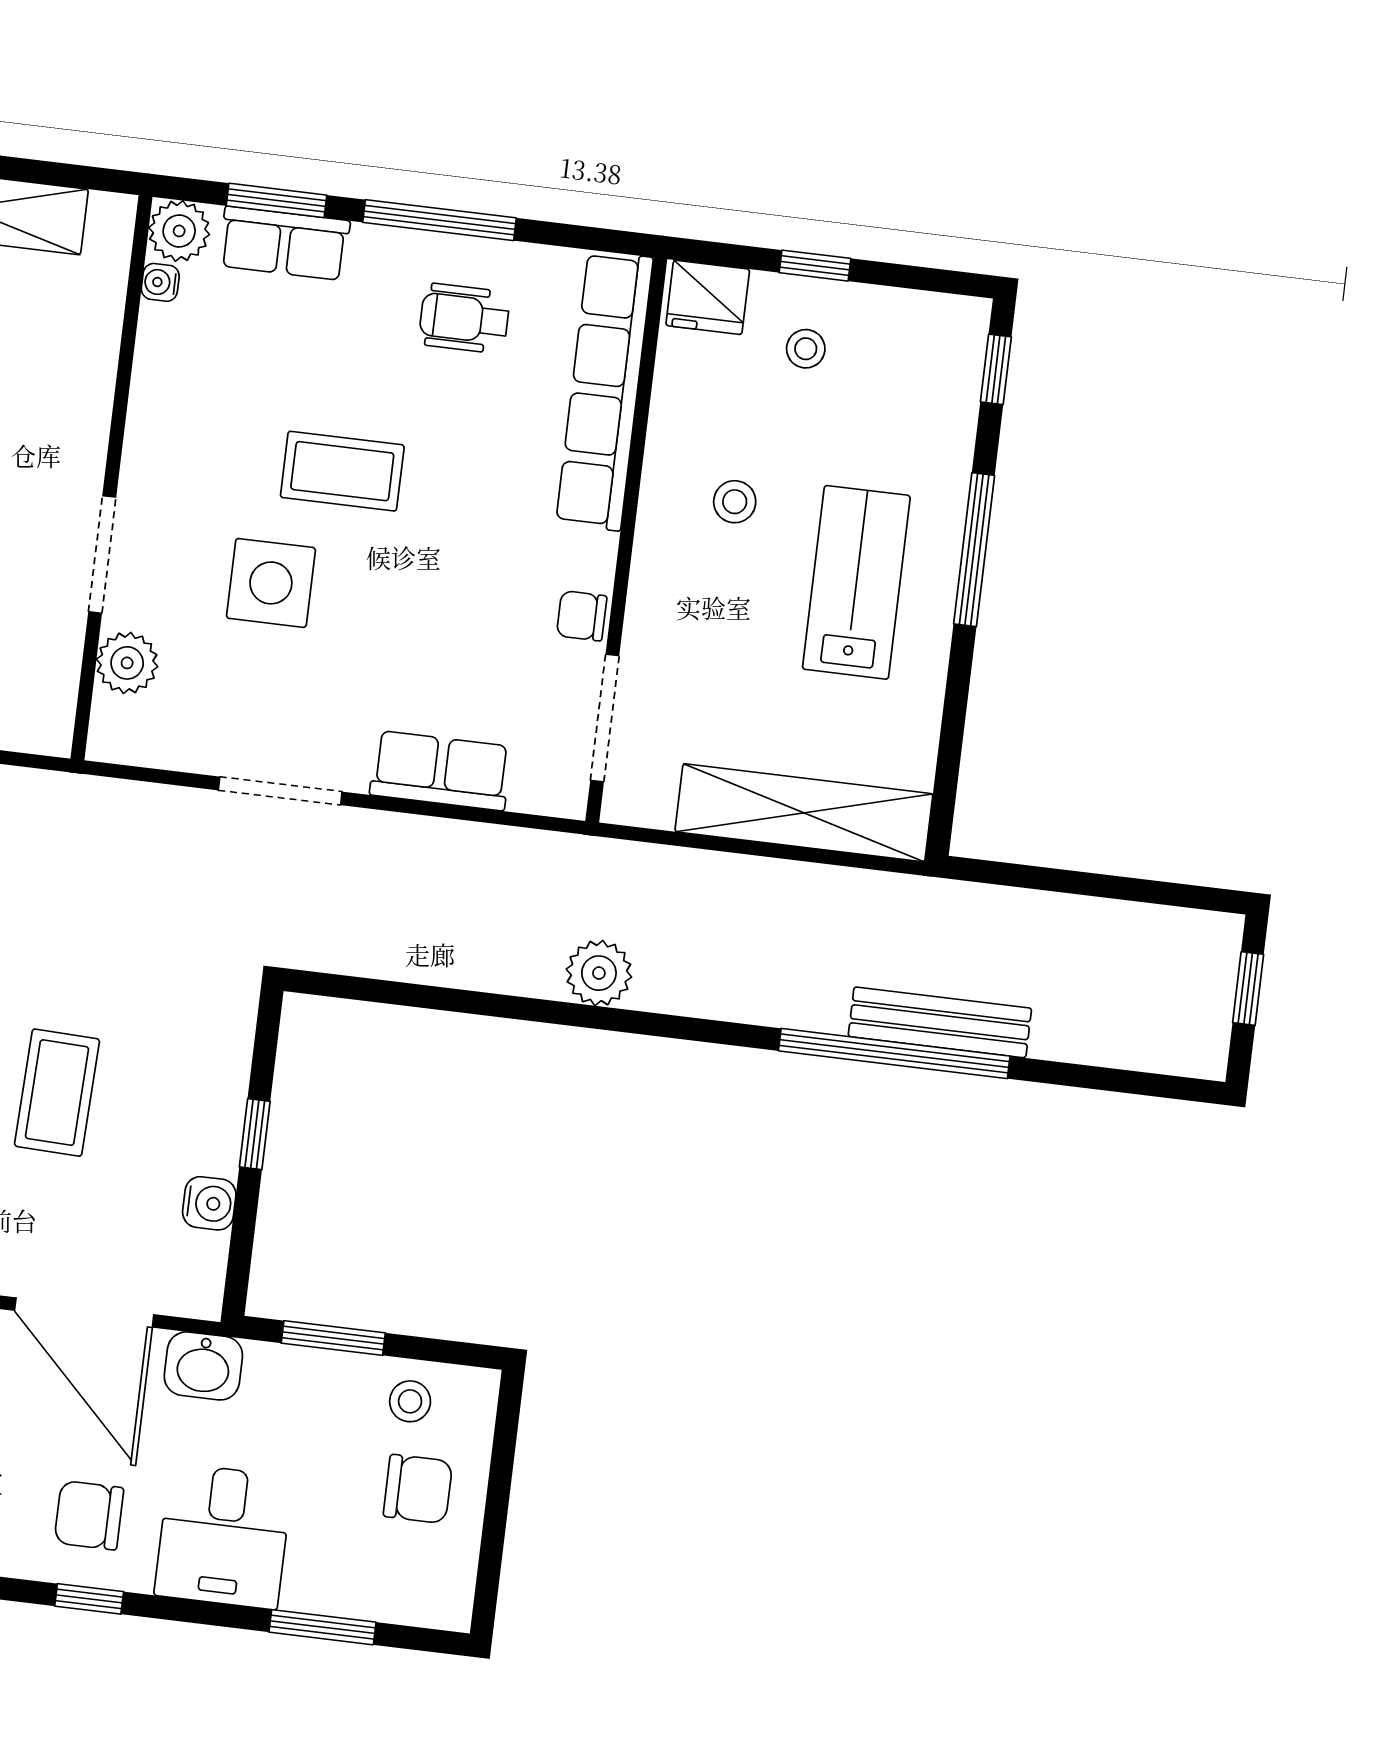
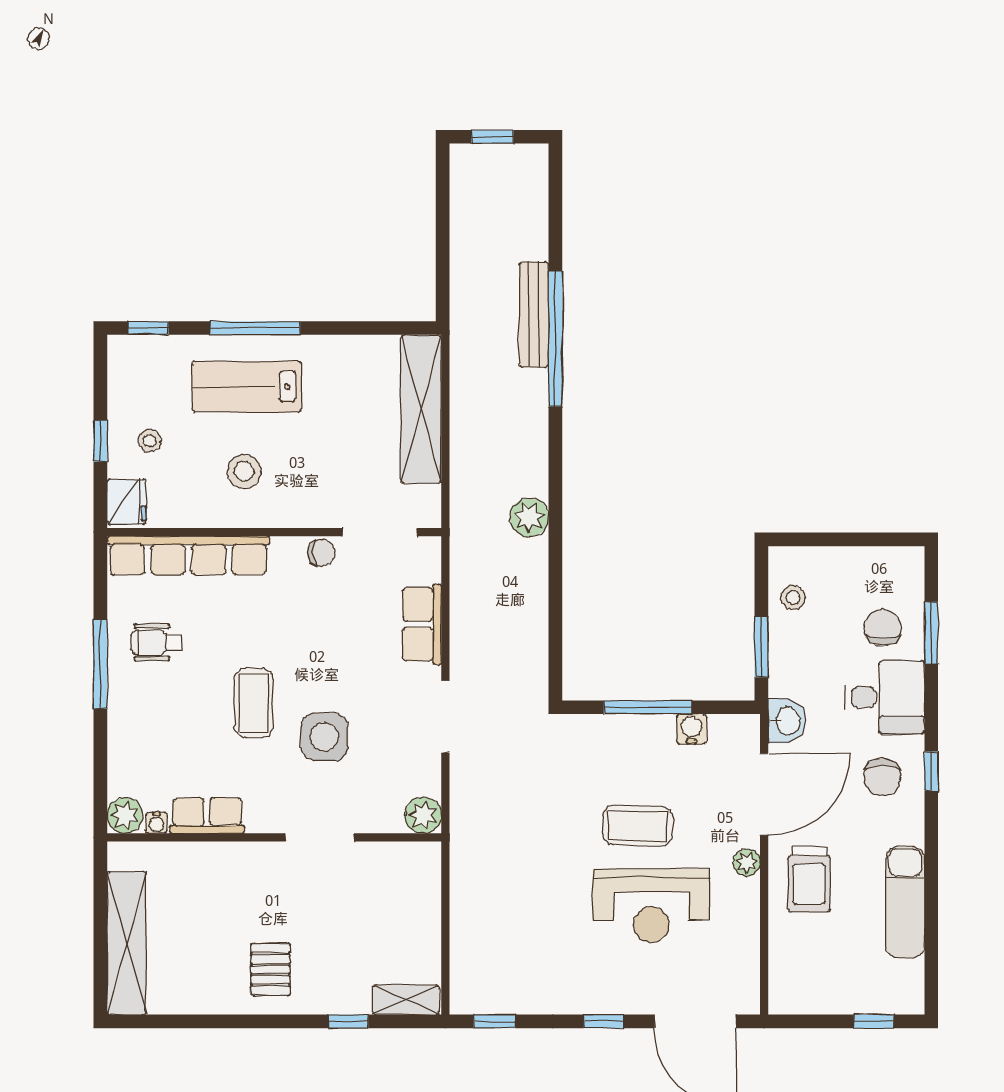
window: (276, 200) -> (100, 761), removed
row of seats: (284, 243) -> (207, 816), moved, turned -90
wheelchair: (464, 318) -> (156, 642), turned 90
stool: (735, 502) -> (244, 471), width x1.37, depth x1.37
lab bench: (856, 582) -> (247, 387), moved
chair: (582, 616) -> (322, 553), turned -90
plant: (127, 663) -> (423, 815), moved
window: (255, 1134) -> (648, 707), width x2.17
chair: (418, 1489) -> (883, 628), moved

